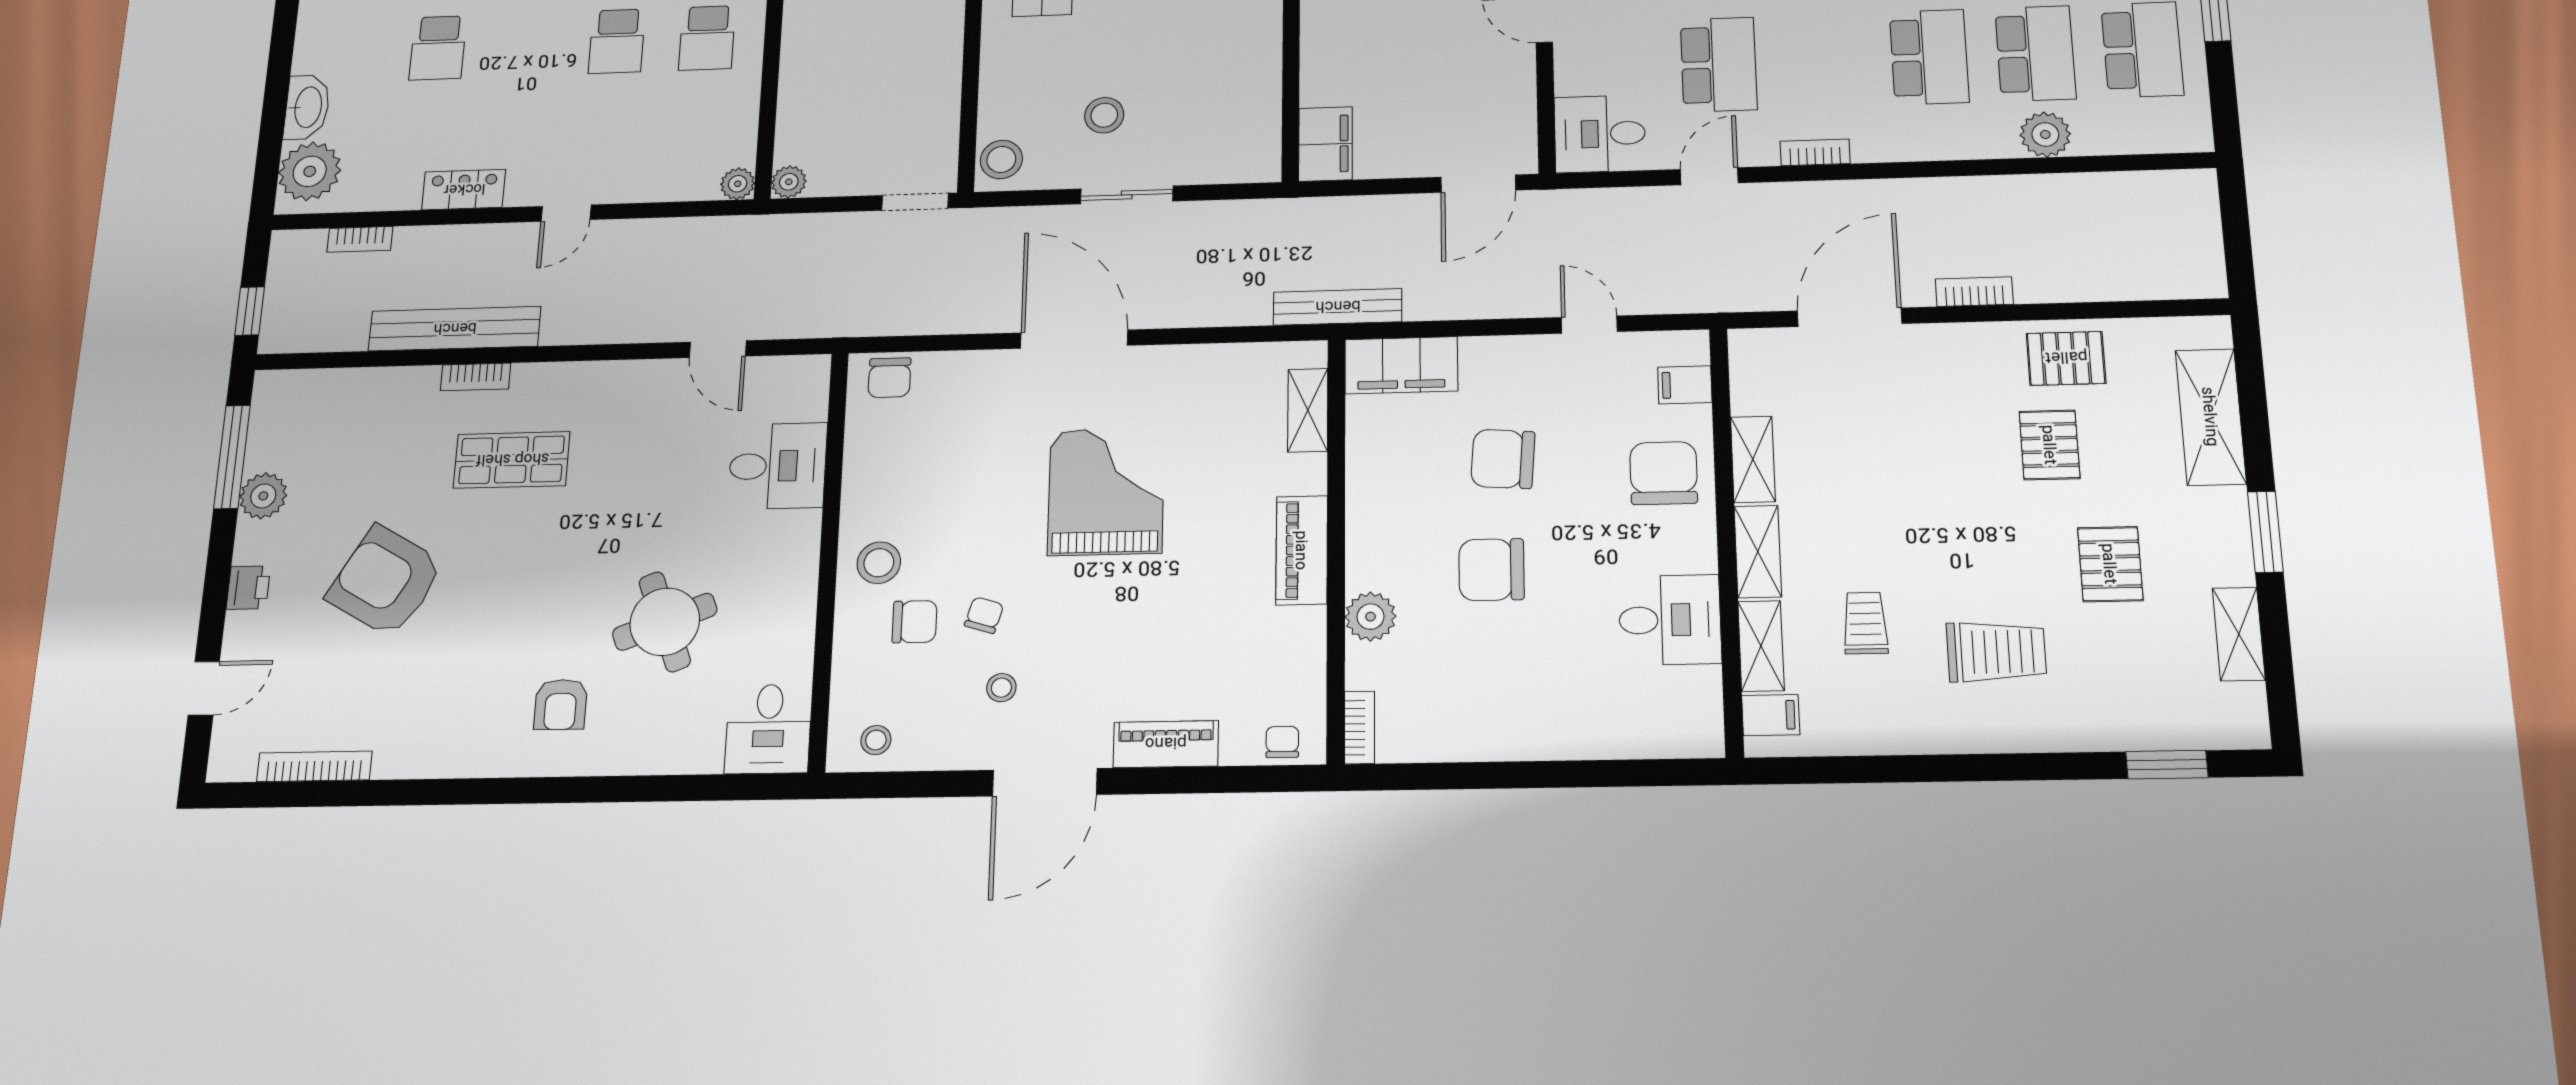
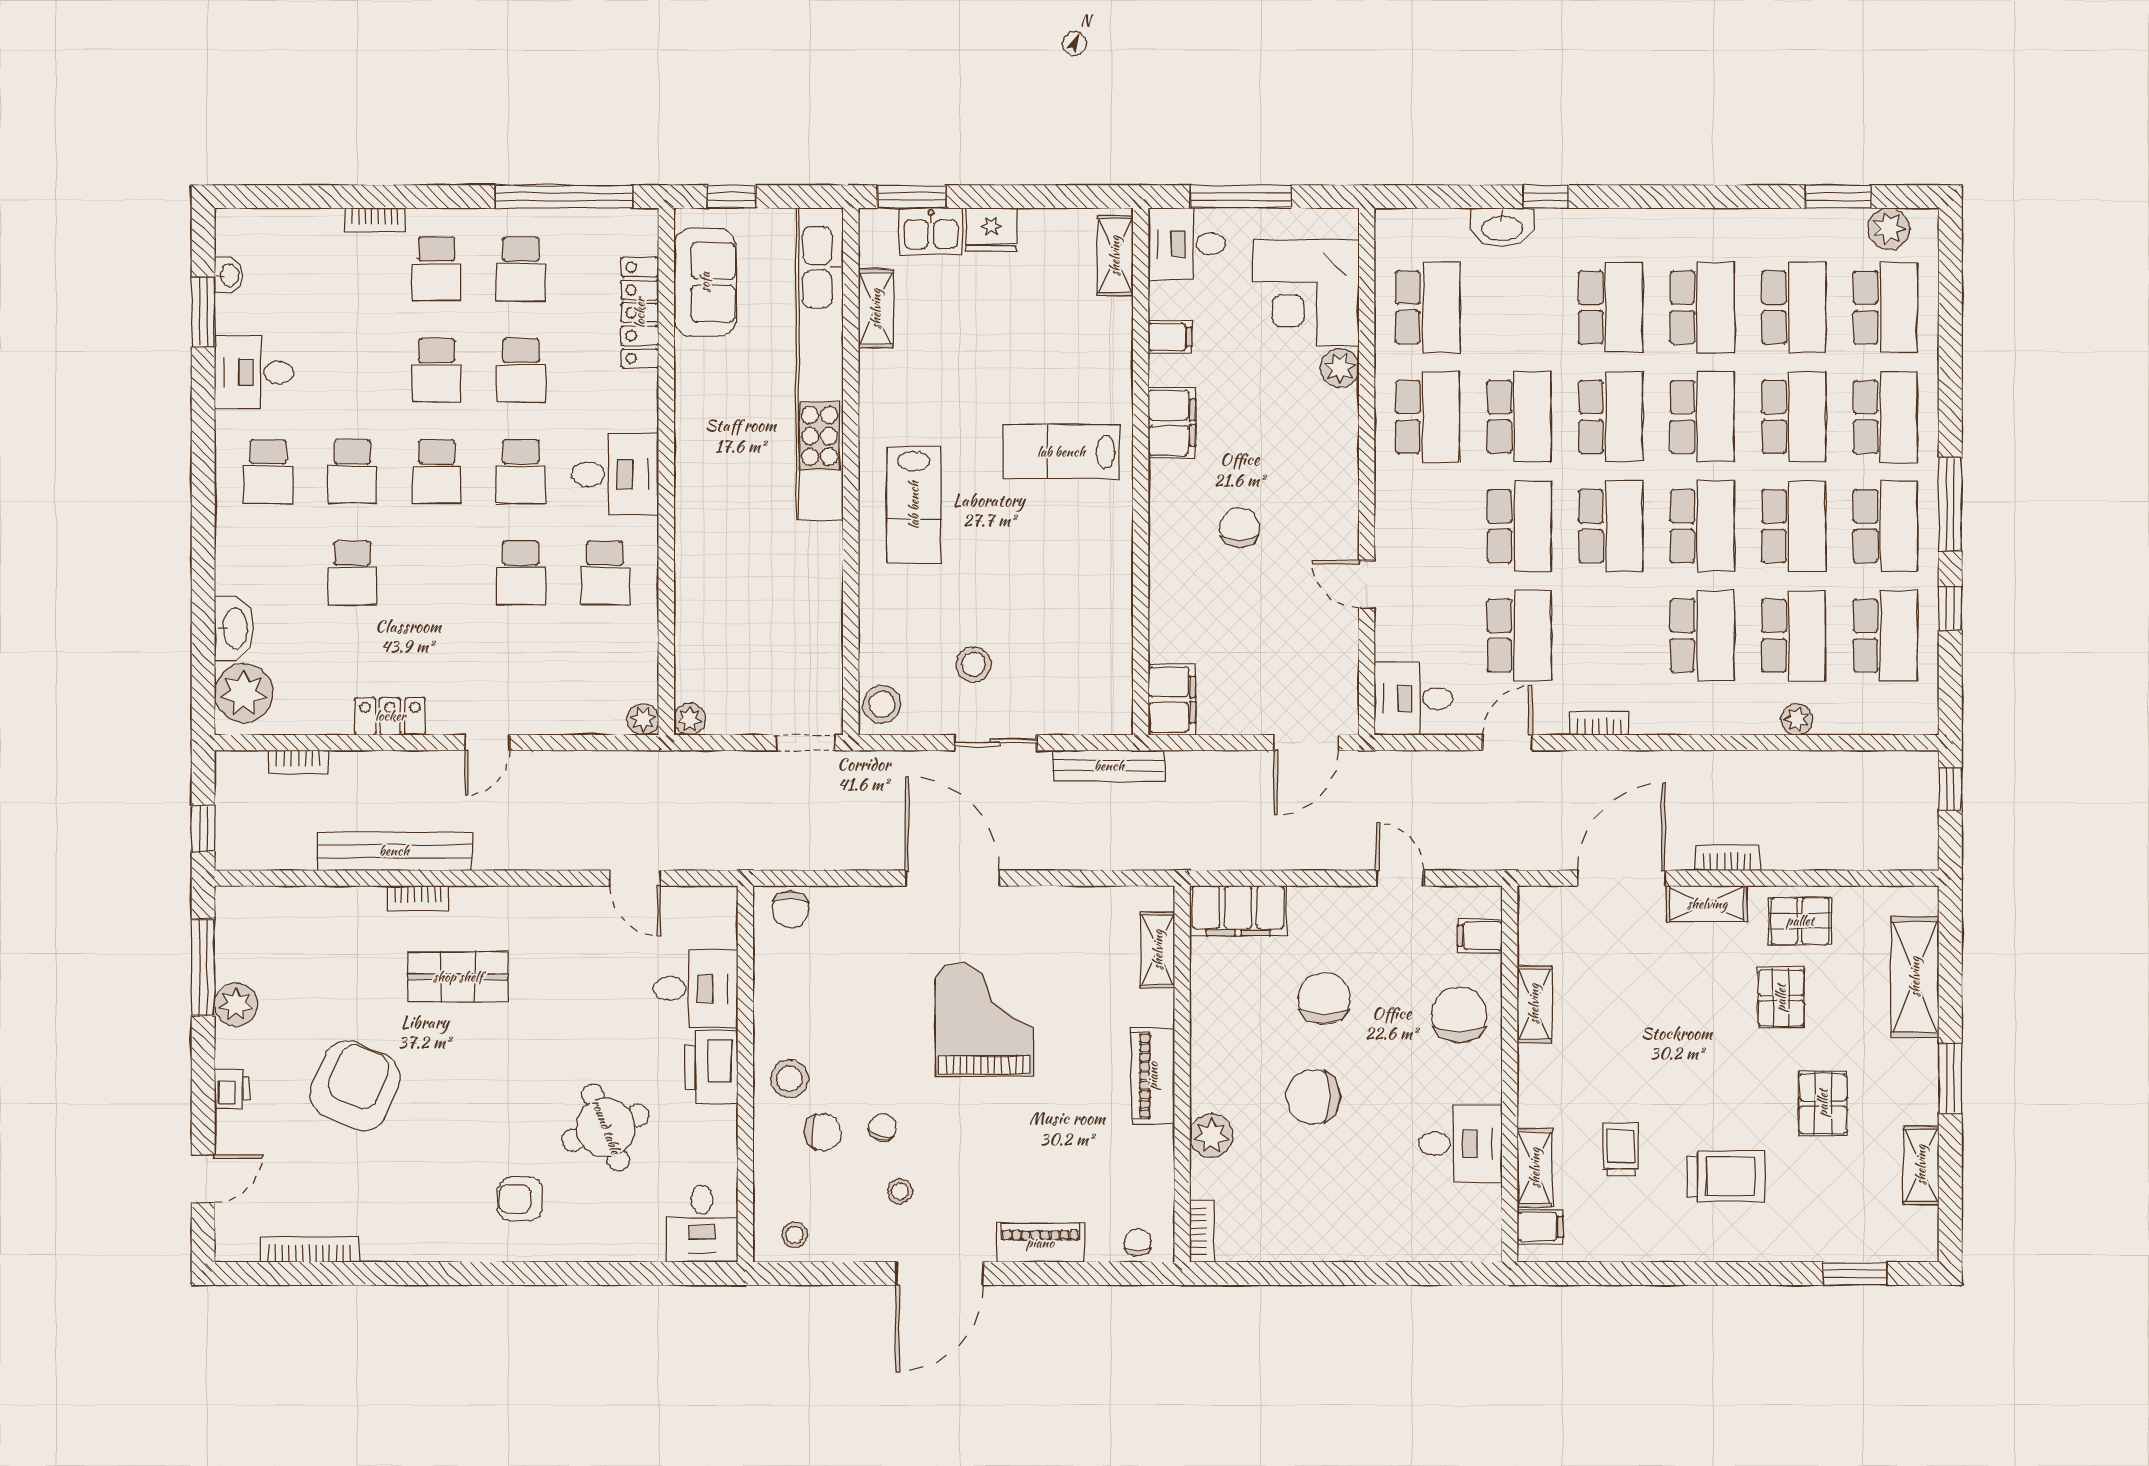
plant: (2045, 134) -> (1797, 719), width x0.73, depth x0.73
window: (2234, 209) -> (1950, 789), added
bench: (1338, 307) -> (1109, 766), moved
chair: (1503, 459) -> (1324, 999), turned 86
shelving: (1758, 551) -> (1707, 904), moved, turned 90
printer: (790, 552) -> (711, 1067), added
armchair: (385, 581) -> (355, 1086), turned 83
armchair: (561, 704) -> (520, 1199), turned 90

